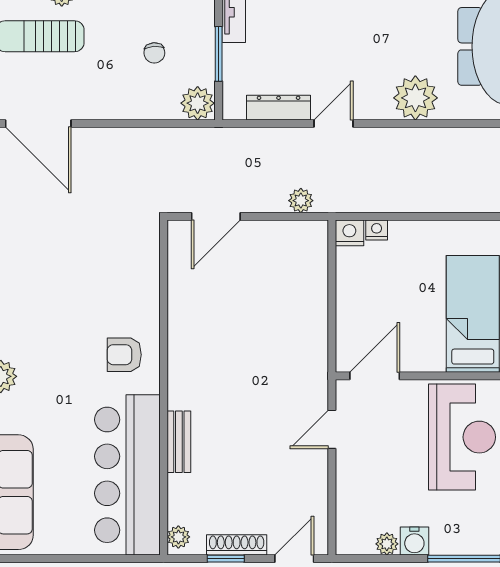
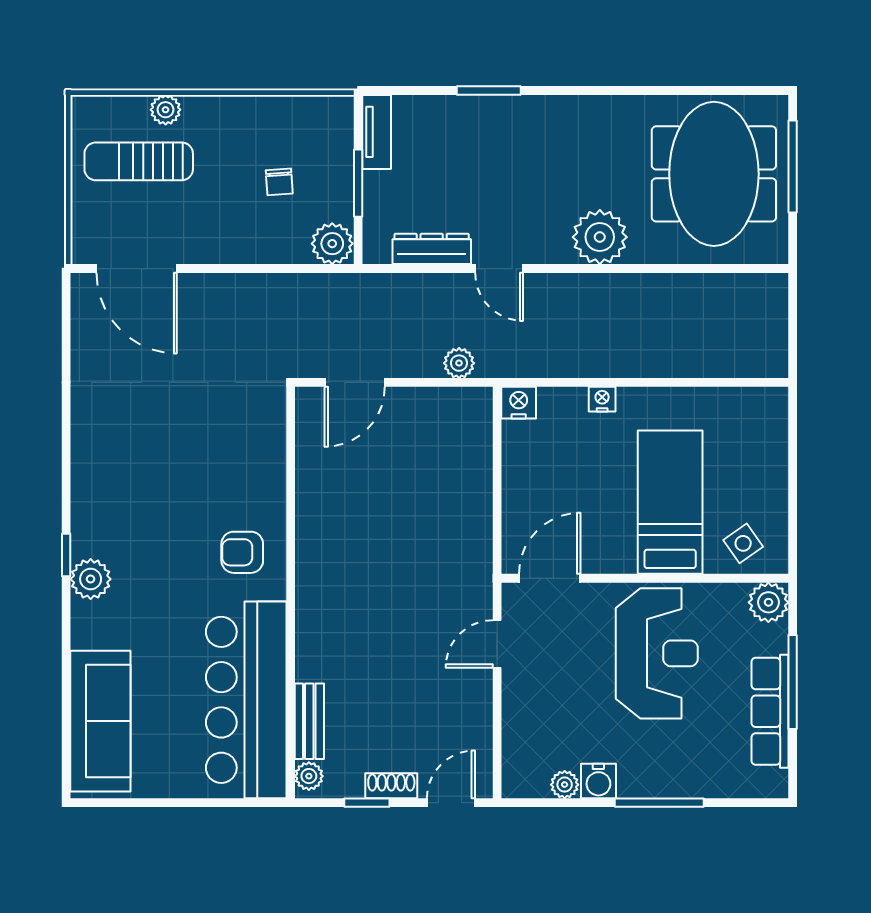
door: (333, 124) -> (499, 269), swing flipped
nightstand: (377, 230) -> (602, 399), moved
bench: (179, 442) -> (309, 721), moved
shoe rack: (237, 545) -> (391, 786), width x0.70

